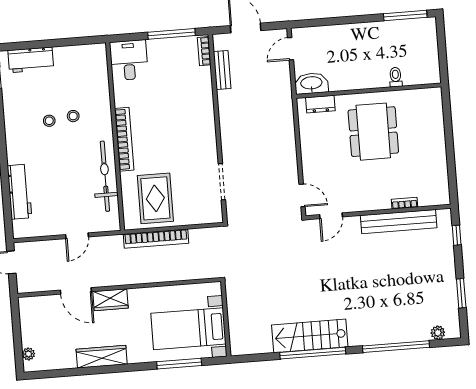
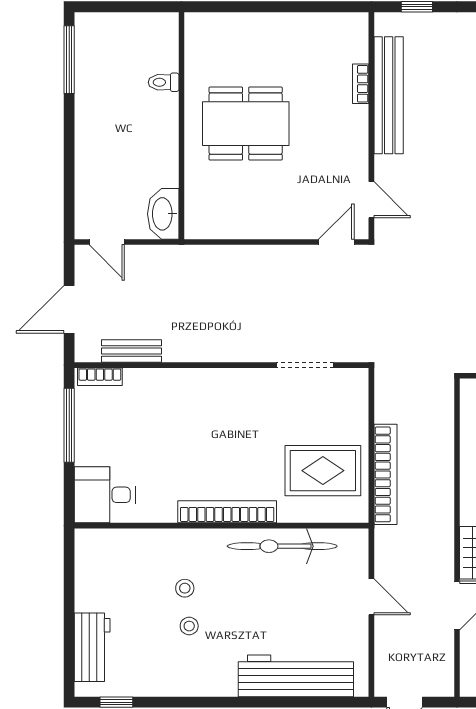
dresser: (320, 104) -> (197, 203), removed
workbench: (19, 192) -> (296, 676), width x1.36, depth x1.32

